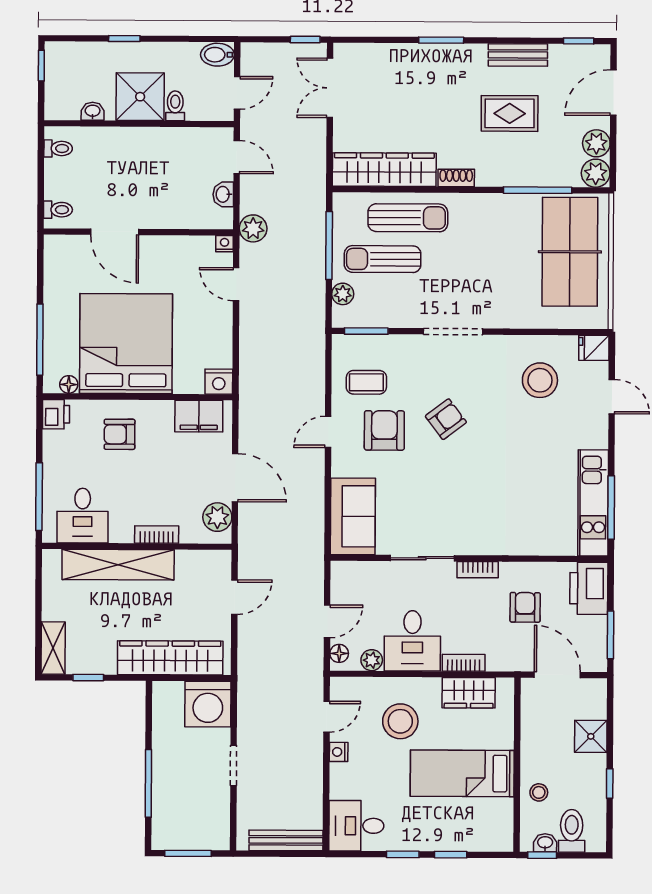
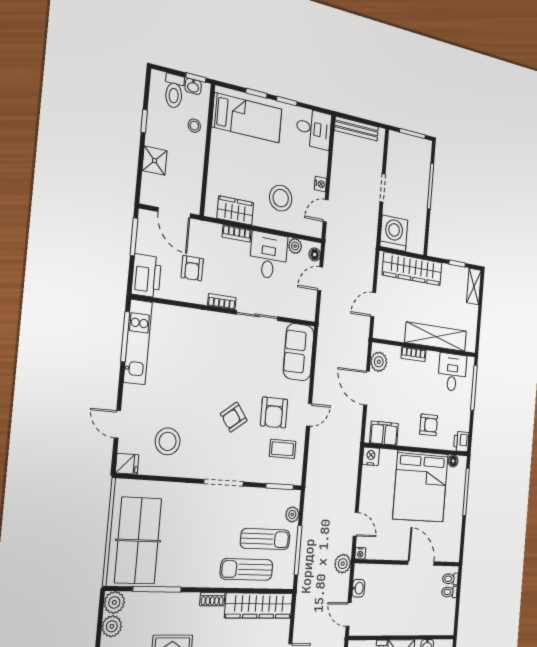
toilet: (58, 148) -> (449, 592), moved
bed: (462, 773) -> (247, 118), moved

